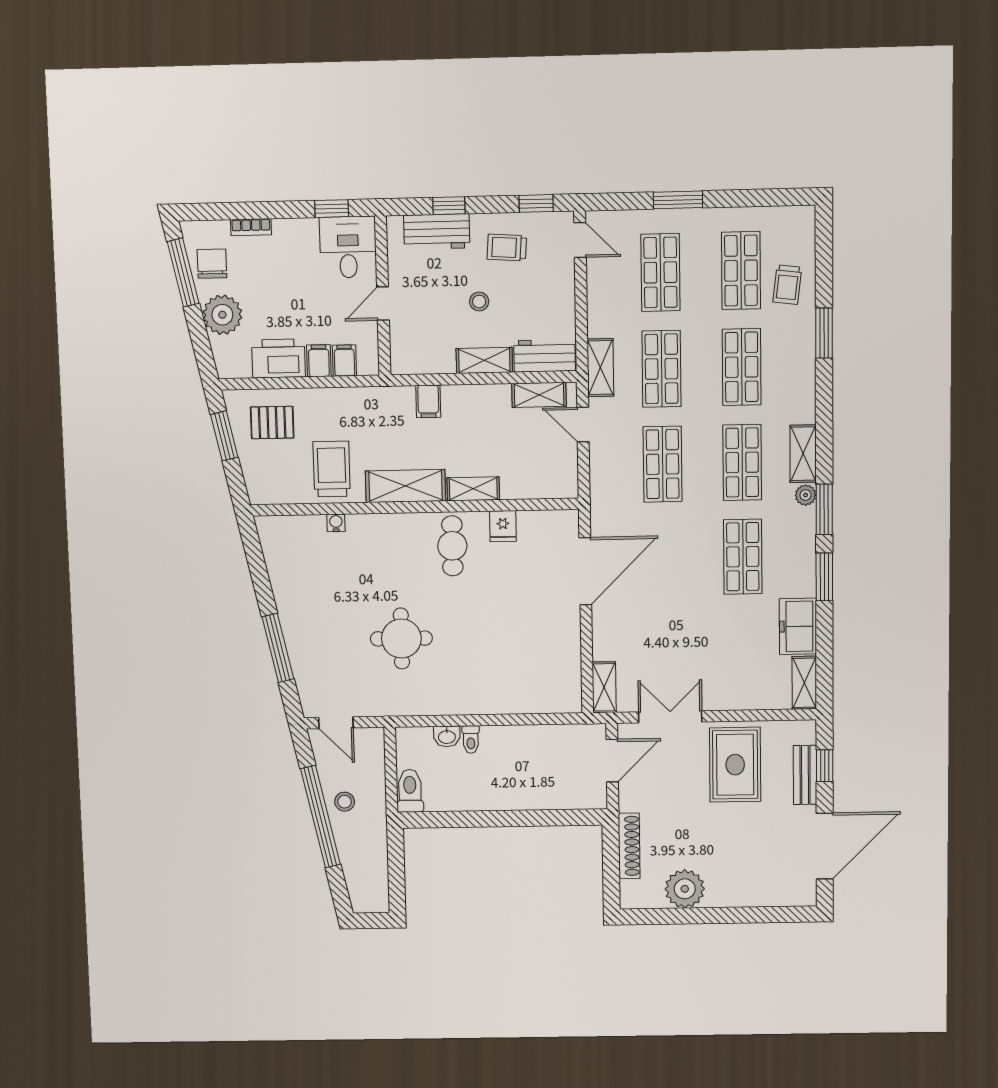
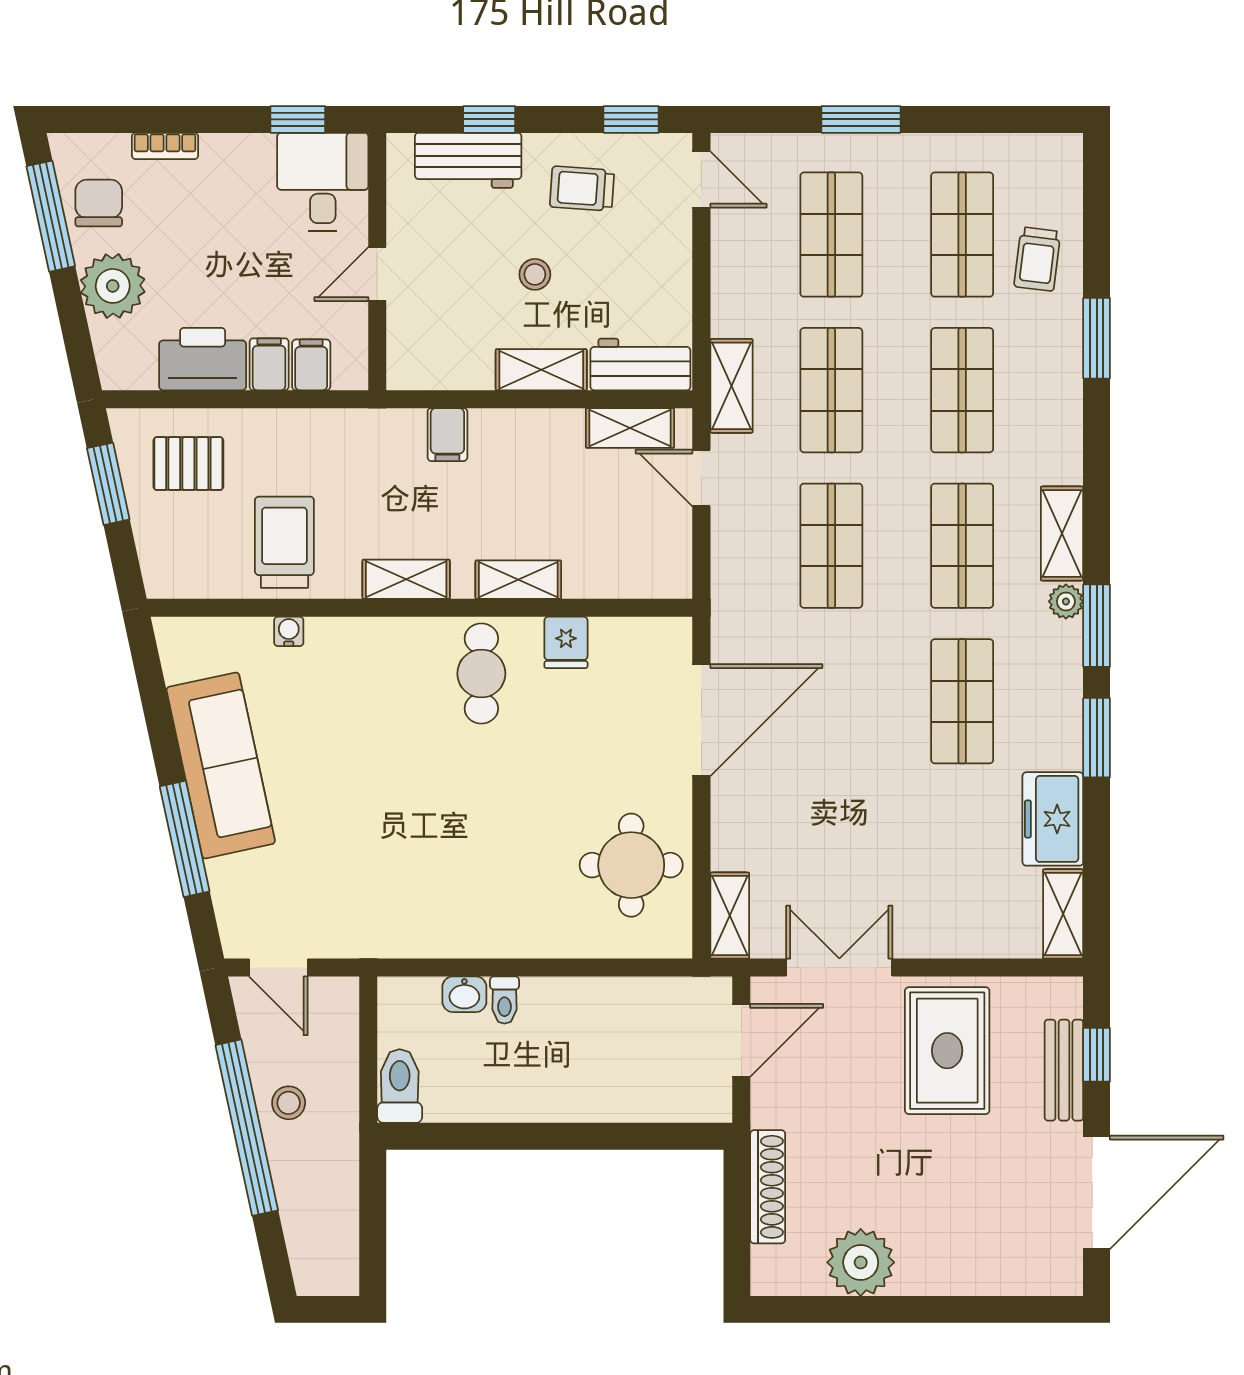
shelving: (406, 486) -> (406, 579), width x0.67, depth x0.75
sofa: (298, 604) -> (221, 765), added
round table: (401, 638) -> (631, 865), moved

